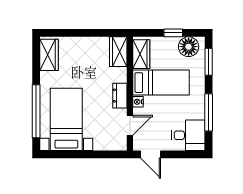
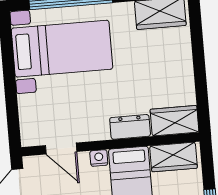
dresser: (120, 96) -> (130, 127), moved

